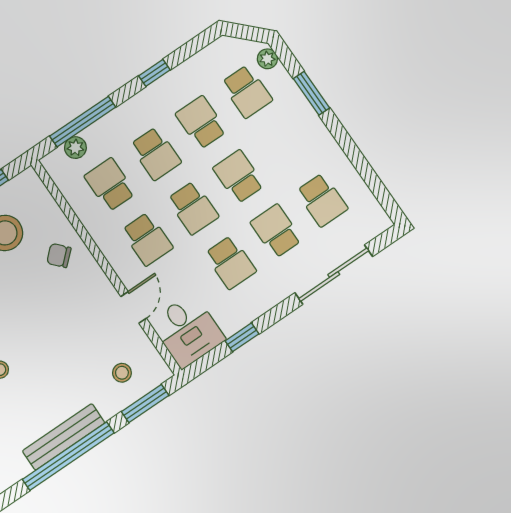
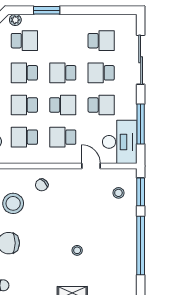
school desk: (156, 154) -> (24, 105), turned 180
school desk: (147, 239) -> (63, 137), turned 180
desk: (187, 331) -> (120, 142), width x1.37
window: (242, 337) -> (141, 124), width x2.17
bench: (64, 437) -> (130, 242), removed

